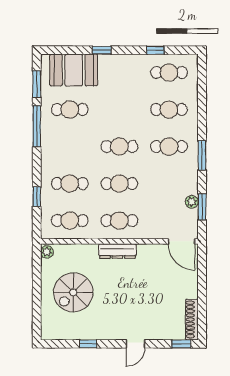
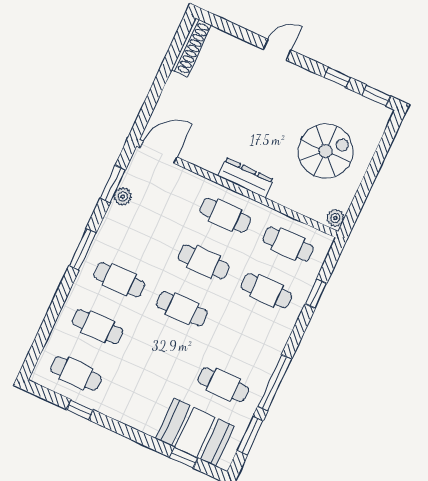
window: (102, 50) -> (184, 458), moved
door: (181, 241) -> (159, 152), hinge flipped
window: (181, 344) -> (376, 95), moved

